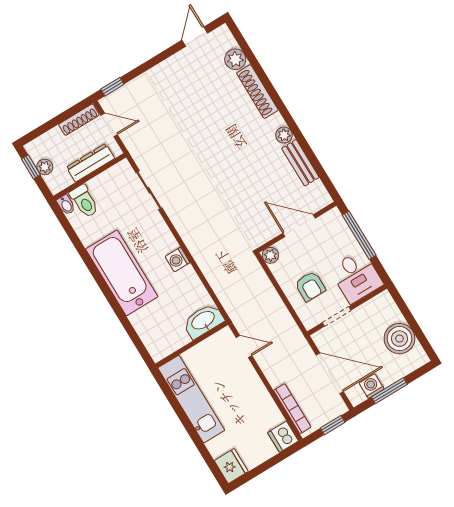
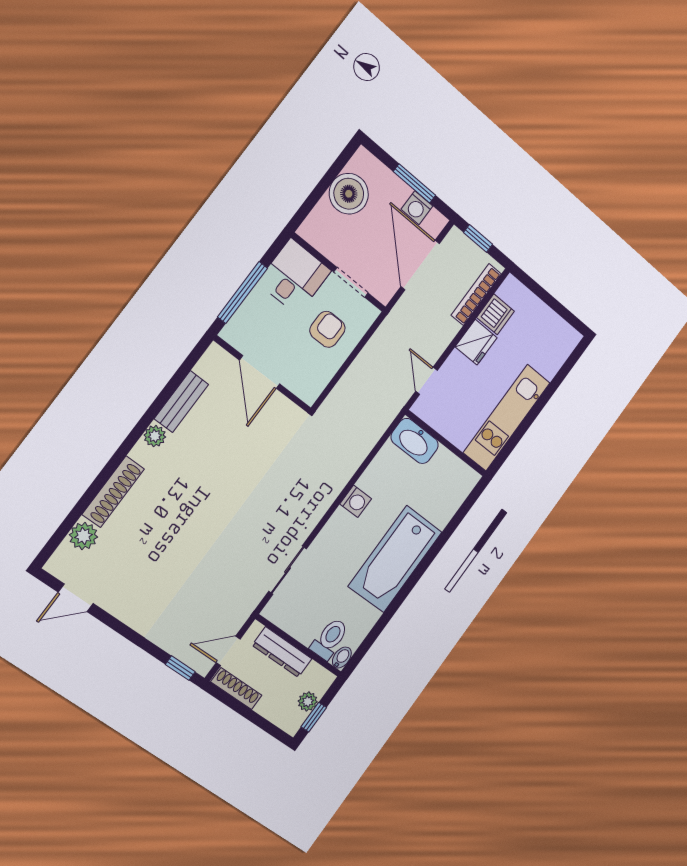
door: (109, 125) -> (228, 651), hinge flipped
plant: (270, 255) -> (309, 393), removed
dishwasher: (283, 437) -> (495, 314), moved
fridge: (231, 466) -> (476, 342), moved, turned 180

